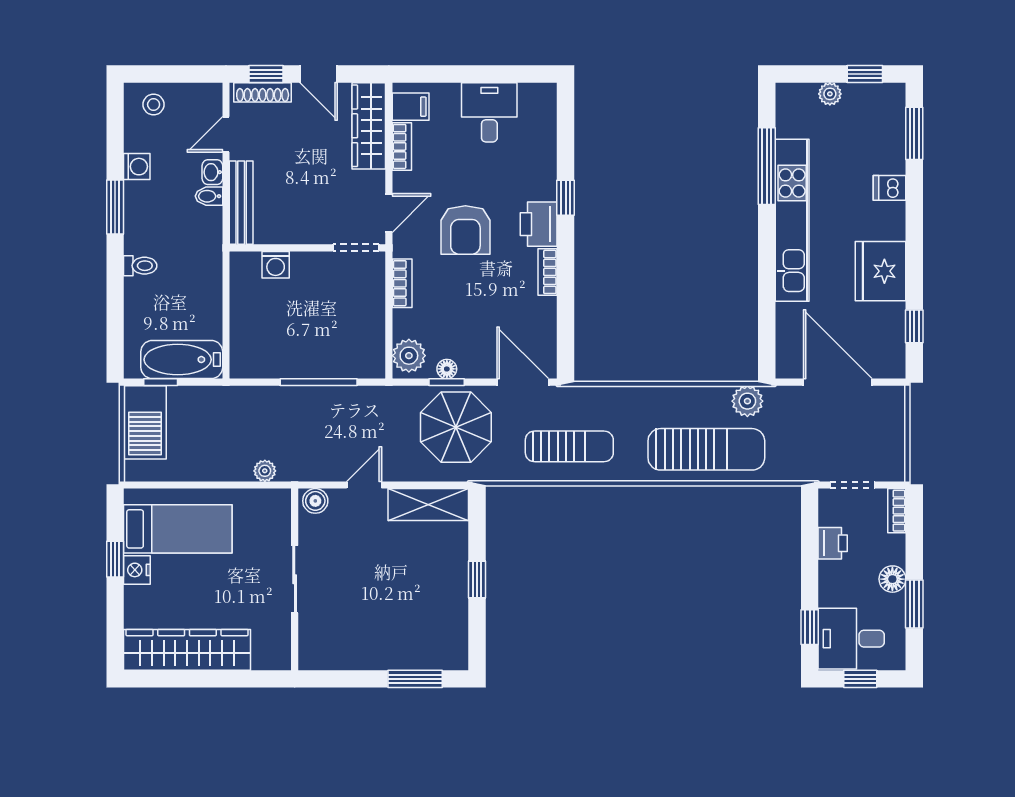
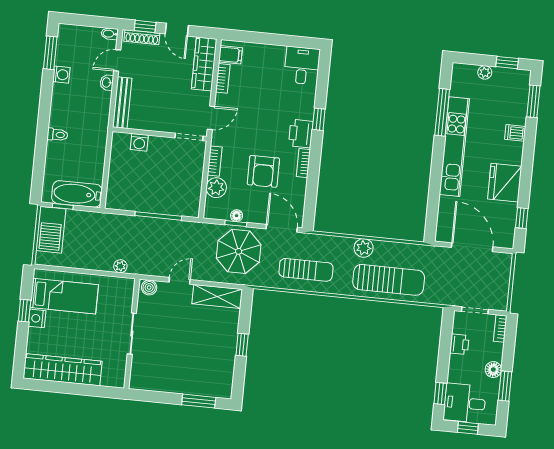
stool: (154, 104) -> (75, 38), removed
desk: (489, 112) -> (302, 66), moved
bidet: (209, 196) -> (110, 34), moved
window: (115, 207) -> (50, 53), moved
armchair: (465, 230) -> (263, 171), moved
plant: (409, 356) -> (216, 188), moved
plant: (747, 401) -> (364, 248), moved

